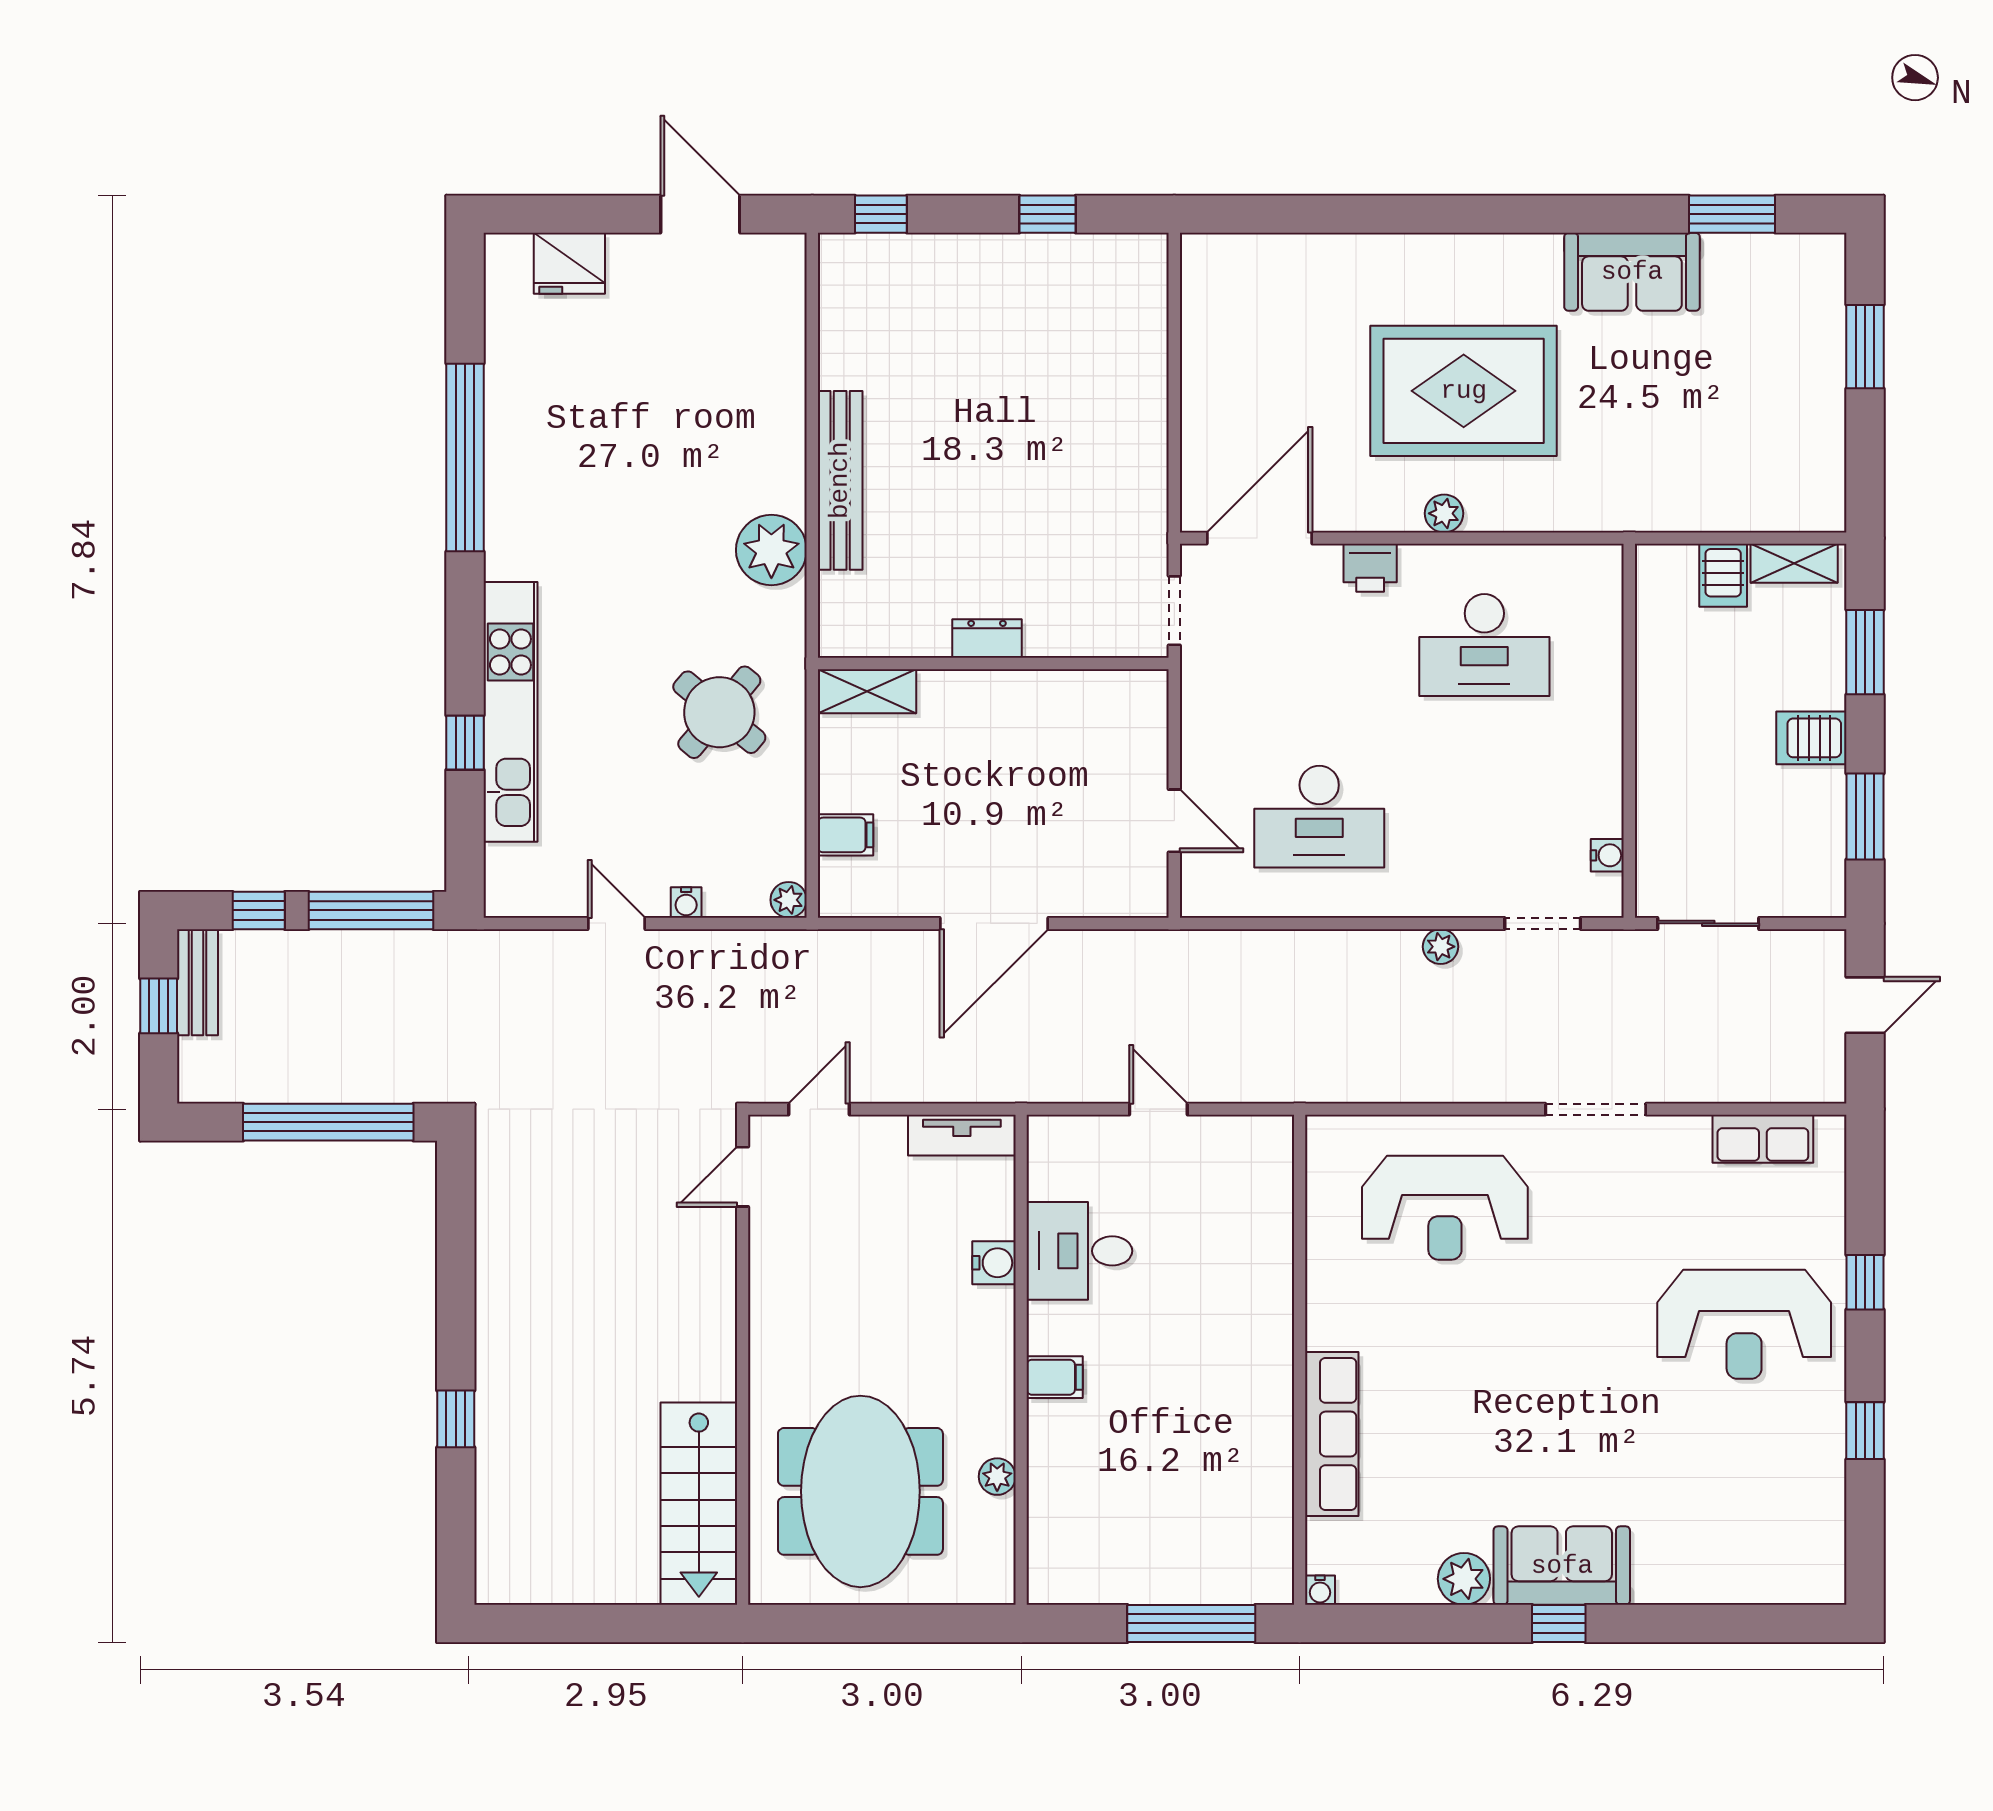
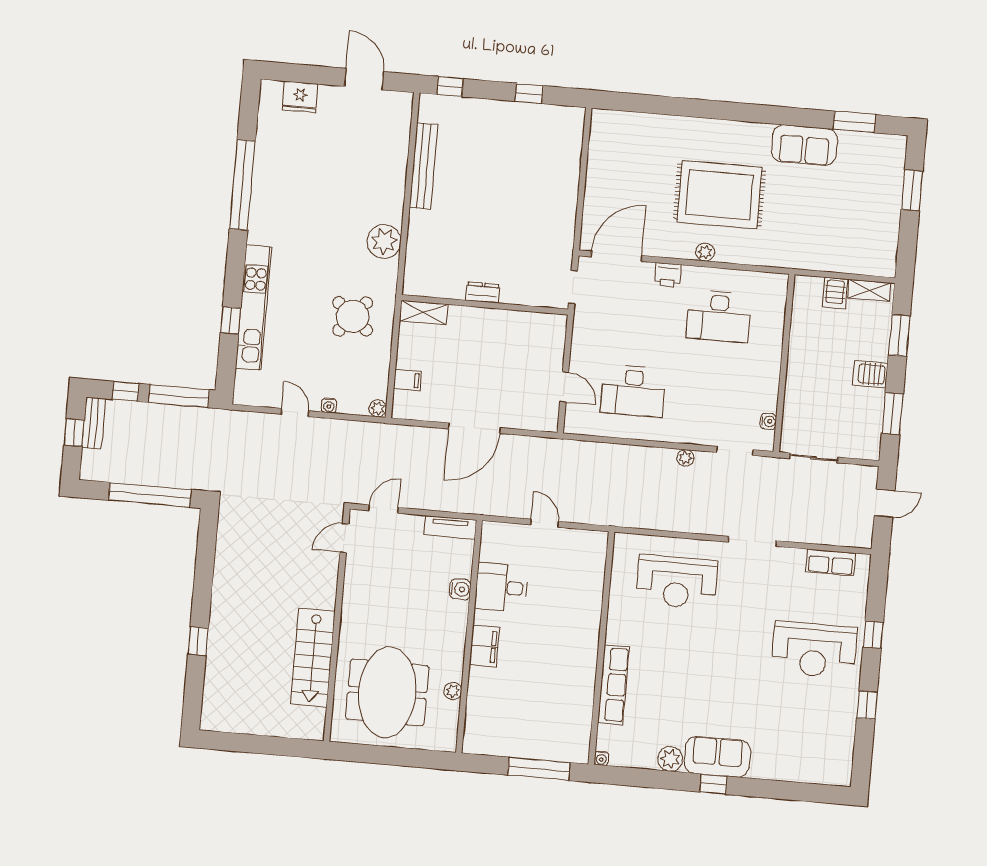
bench: (840, 480) -> (424, 166), moved
filing cabinet: (1055, 1377) -> (484, 646), width x2.00
stairs: (699, 1504) -> (313, 658), moved

